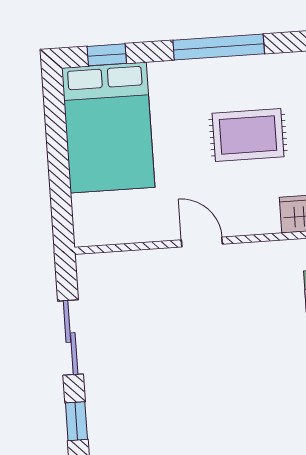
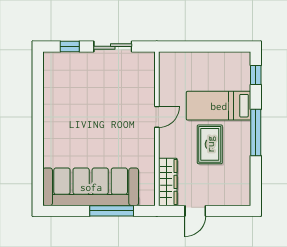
bed: (108, 128) -> (219, 106), moved, width x0.67

